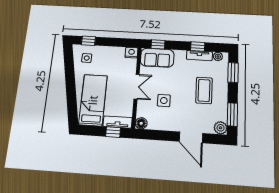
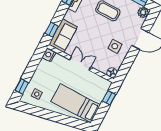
side table: (164, 100) -> (115, 46), moved
tv unit: (118, 122) -> (103, 91), removed

